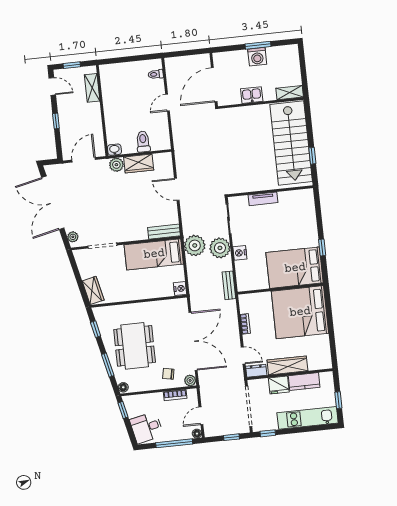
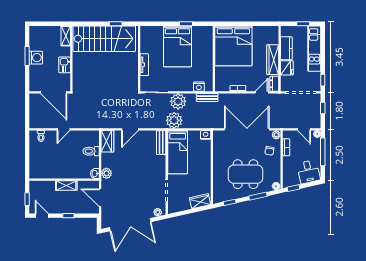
door: (52, 86) -> (42, 216), hinge flipped
shelving: (92, 88) -> (66, 186), moved
door: (167, 103) -> (63, 129), hinge flipped
wardrobe: (139, 164) -> (107, 141), moved
nightstand: (240, 253) -> (199, 87), moved
bed: (295, 268) -> (177, 46), moved

